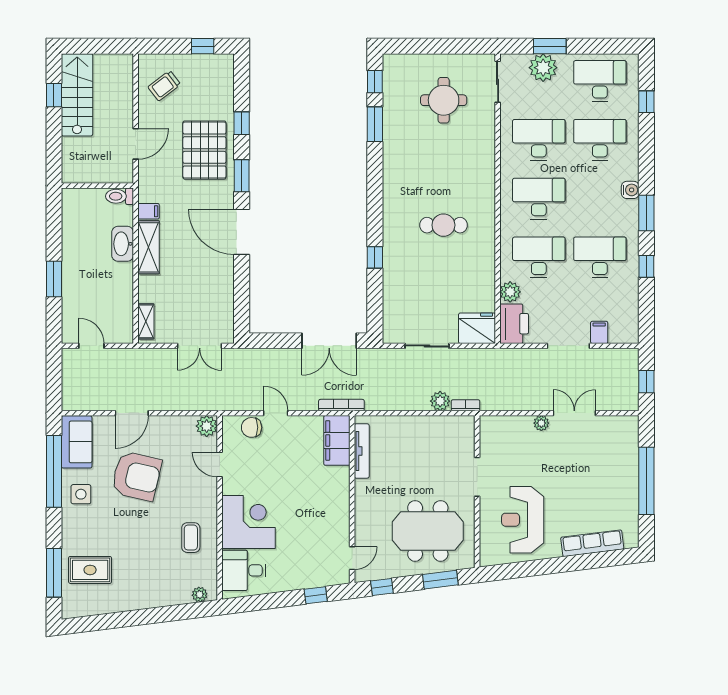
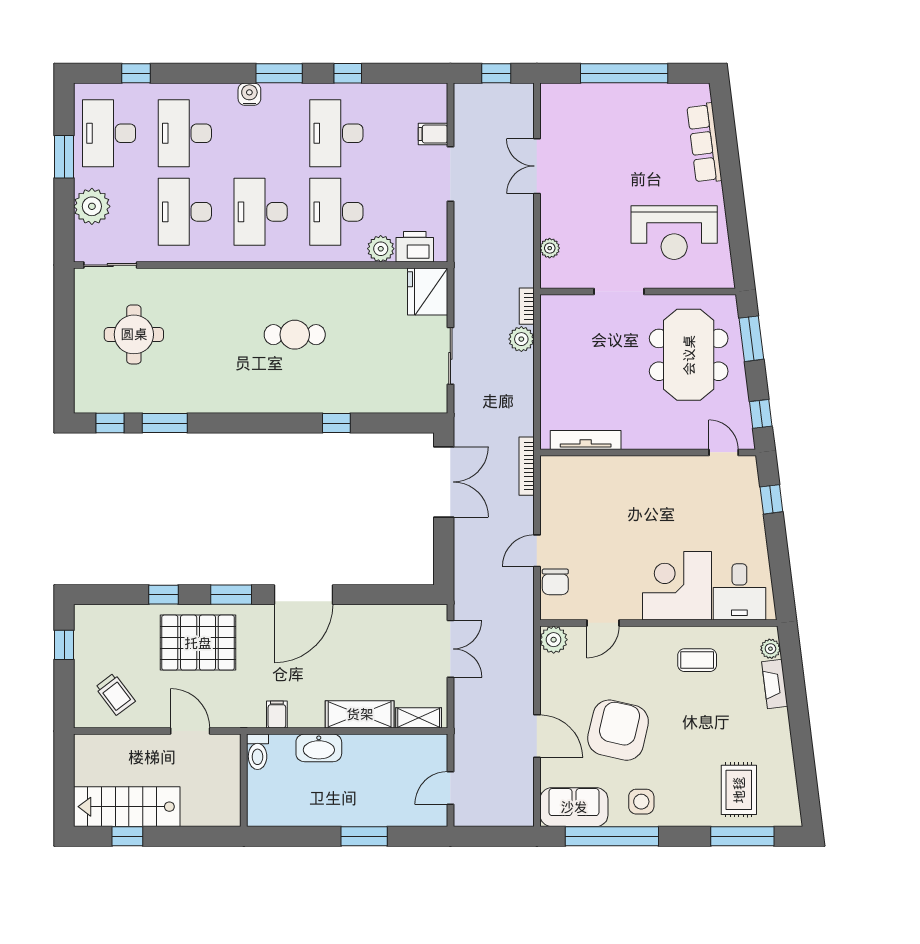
window: (550, 46) -> (64, 157), moved
cafe table: (443, 225) -> (295, 335), turned 90
shelving: (149, 247) -> (360, 714), moved
printer: (514, 324) -> (415, 247), width x0.73, depth x0.84
plant: (541, 423) -> (550, 248), moved
filing cabinet: (337, 440) -> (572, 472), removed
fireplace: (172, 598) -> (775, 684), added

